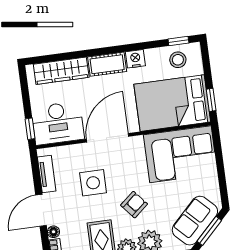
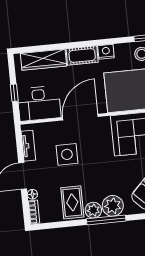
window: (30, 129) -> (14, 93), moved
armchair: (134, 205) -> (101, 174), removed

